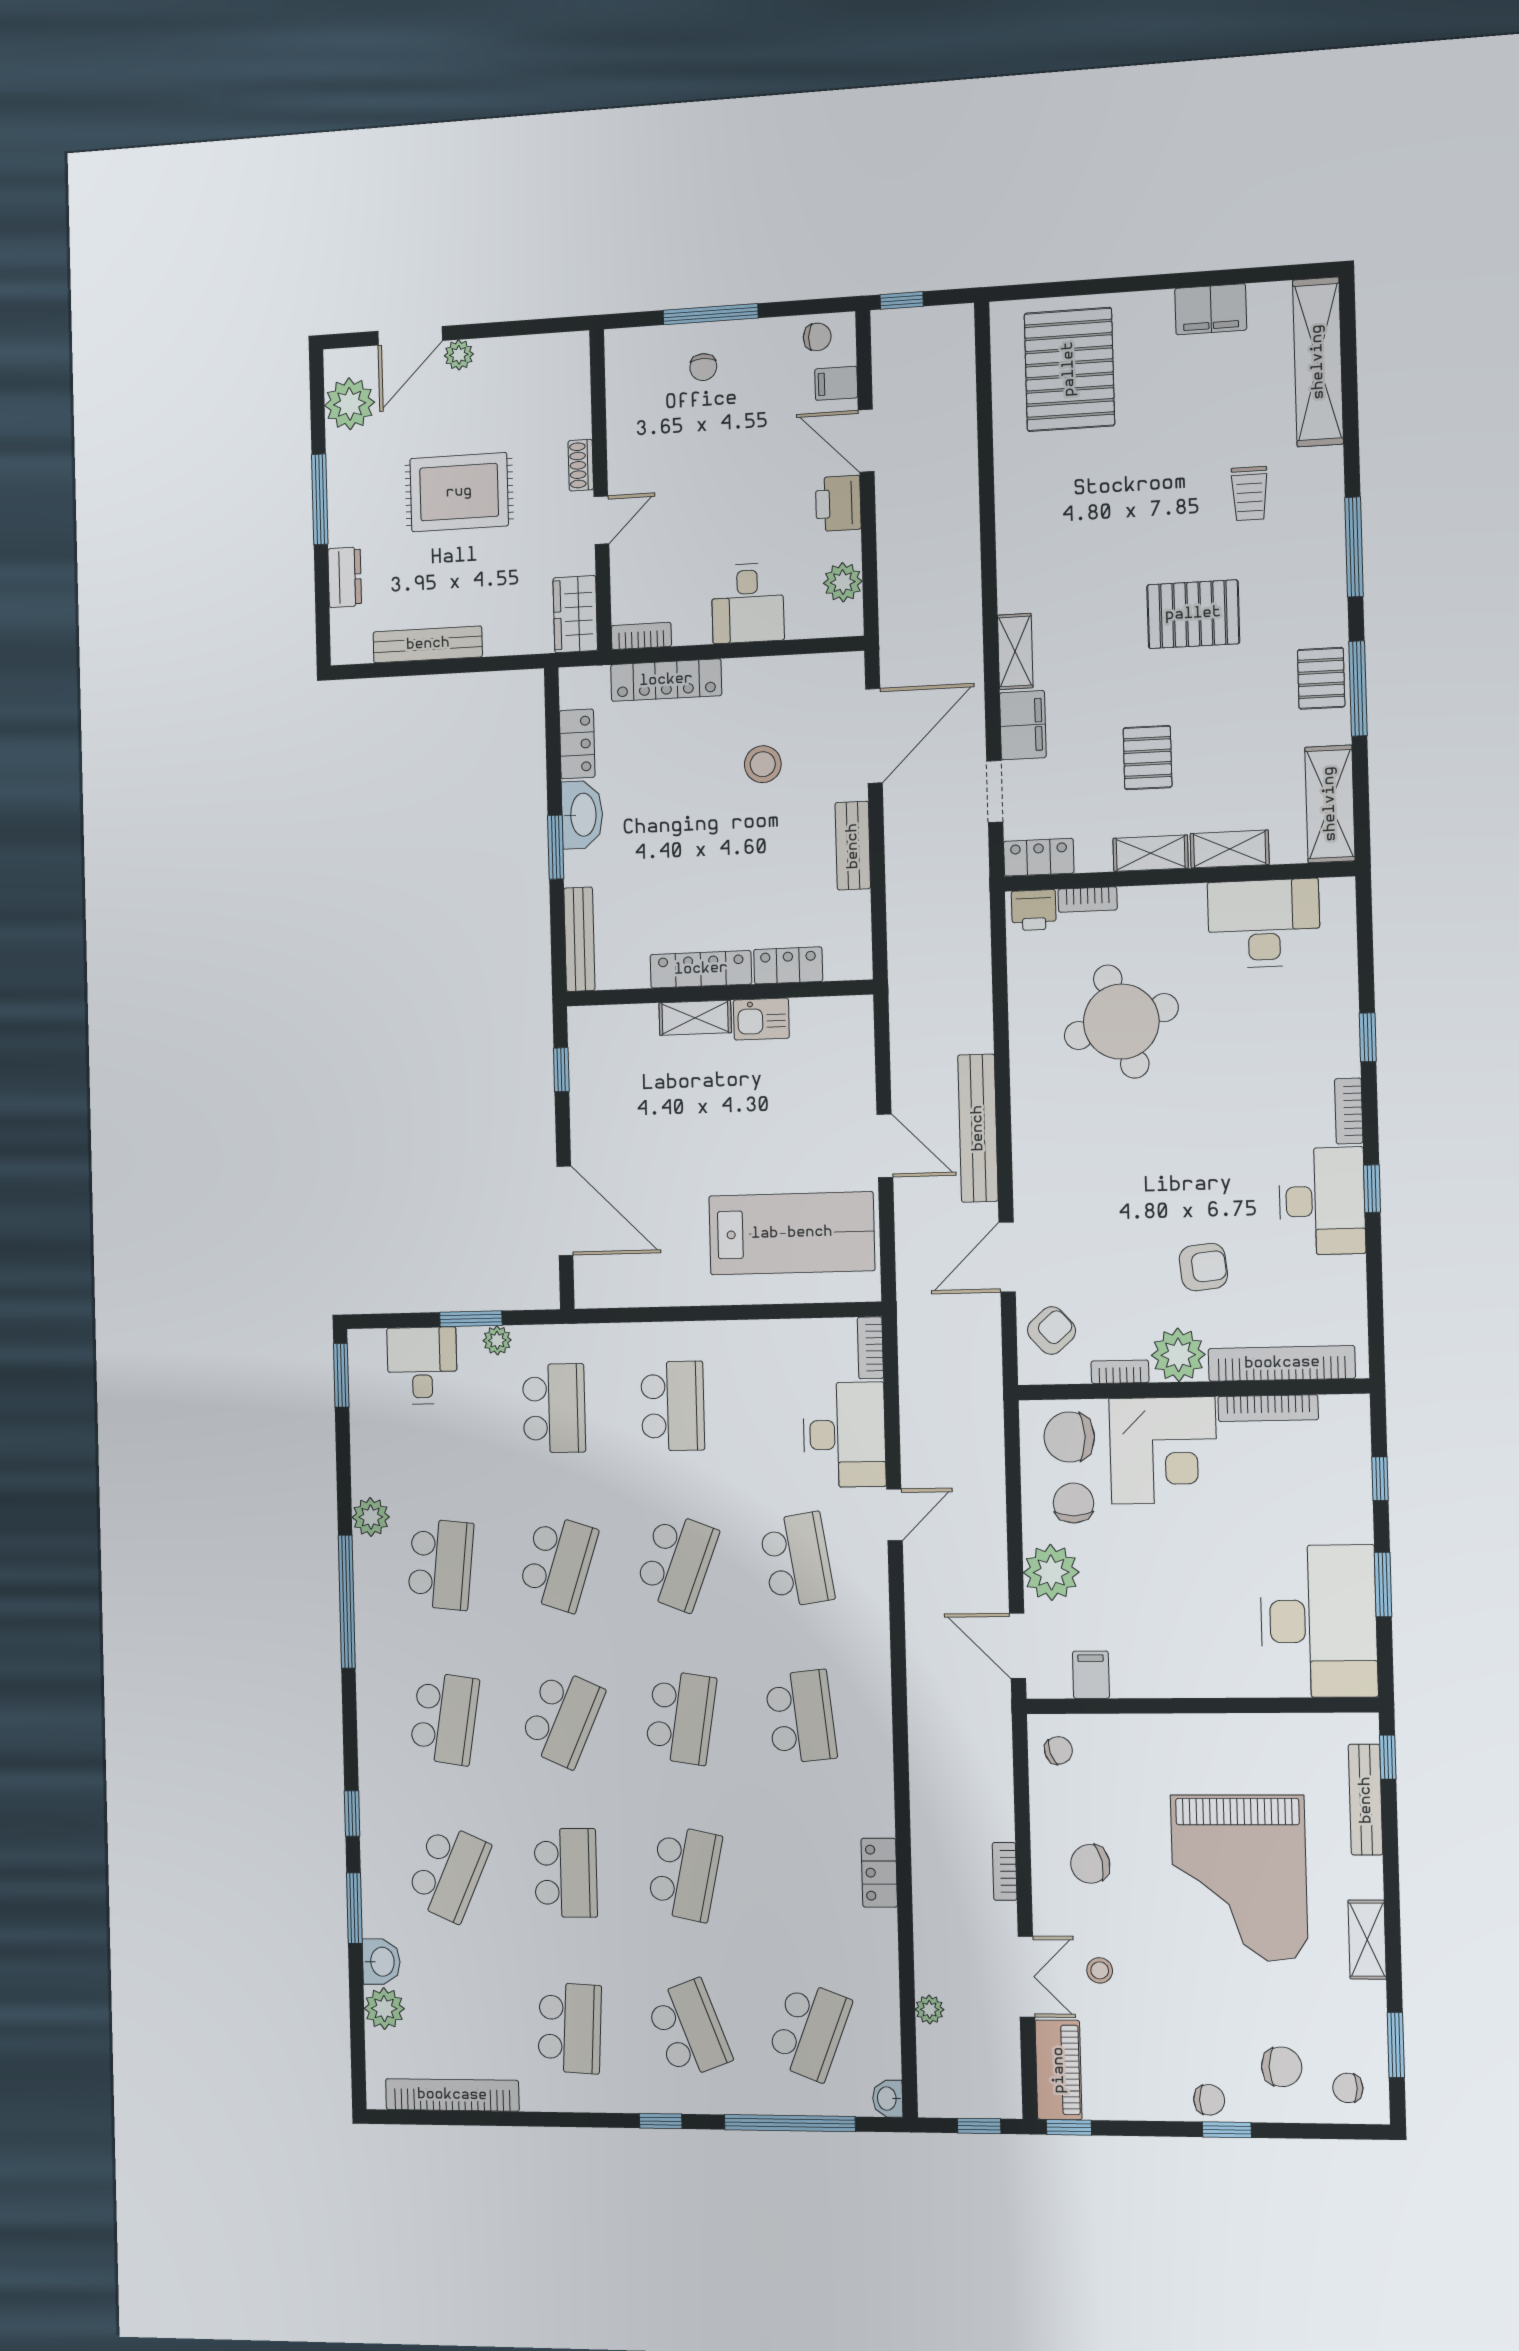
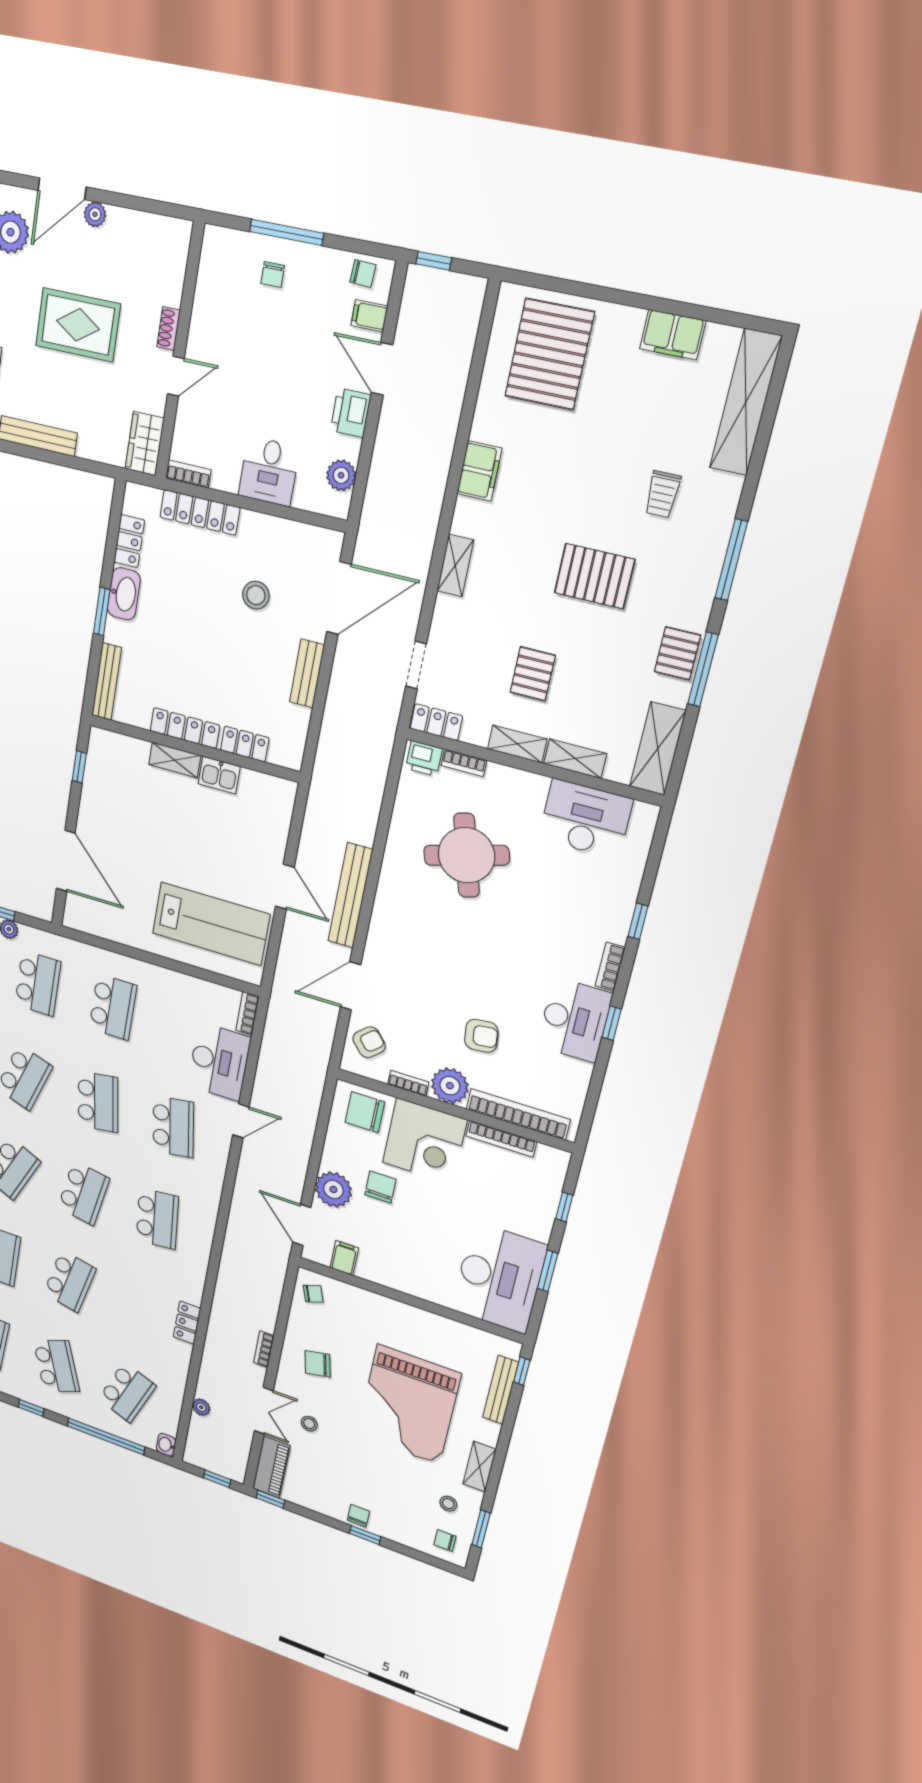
filing cabinet: (1023, 725) -> (479, 471), moved
chair: (1074, 1503) -> (380, 1187), moved
school desk: (677, 1562) -> (98, 1102), turned -30
stool: (1337, 2022) -> (448, 1504), added
chair: (1282, 2067) -> (407, 1515), removed
chair: (1209, 2100) -> (358, 1516), turned -90

